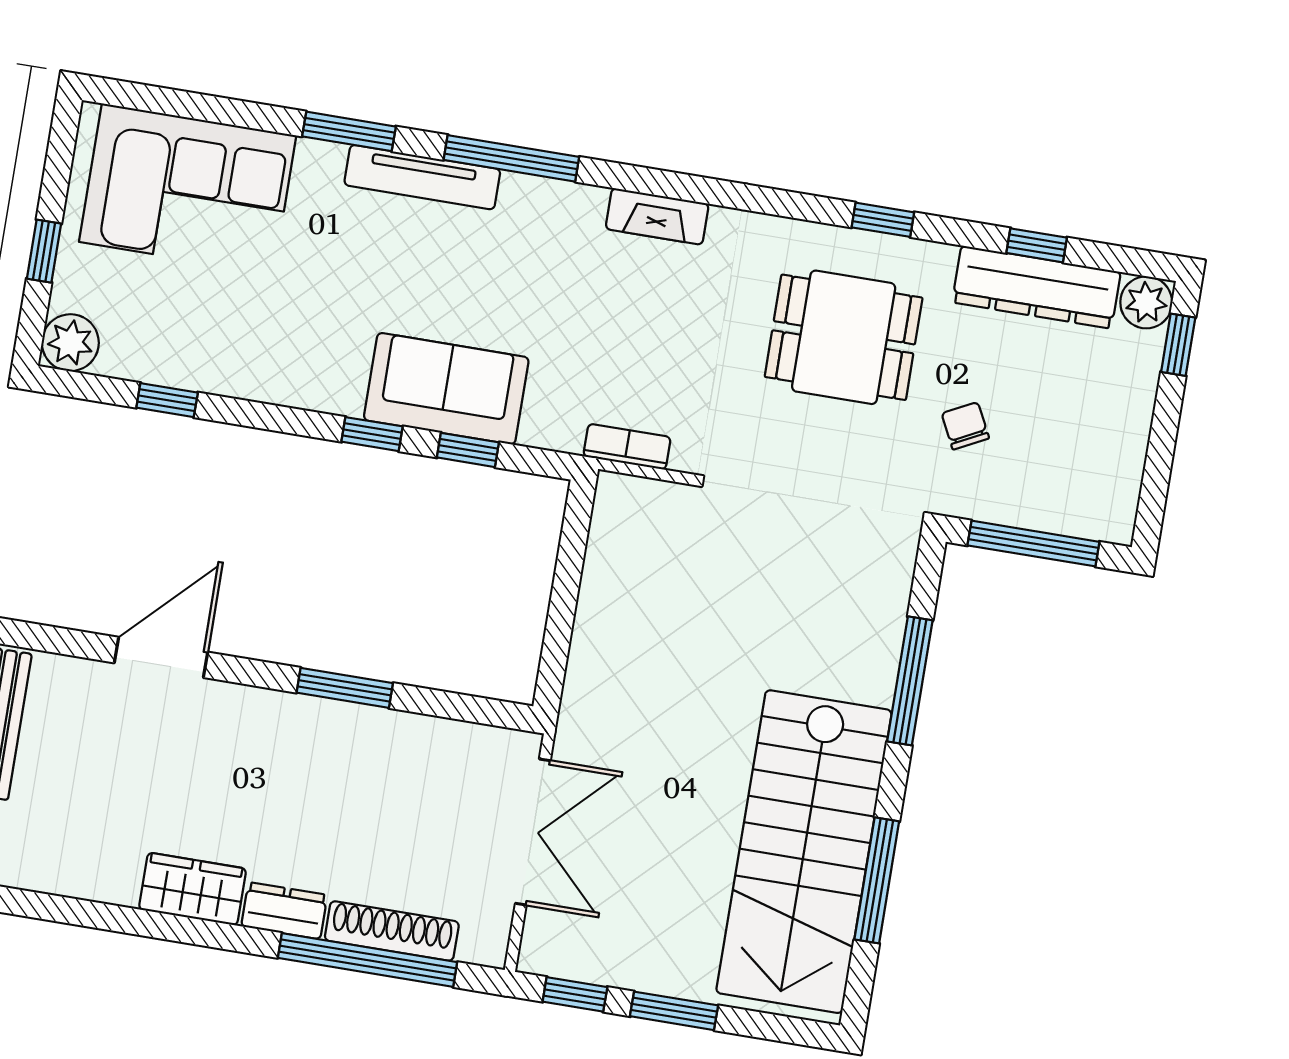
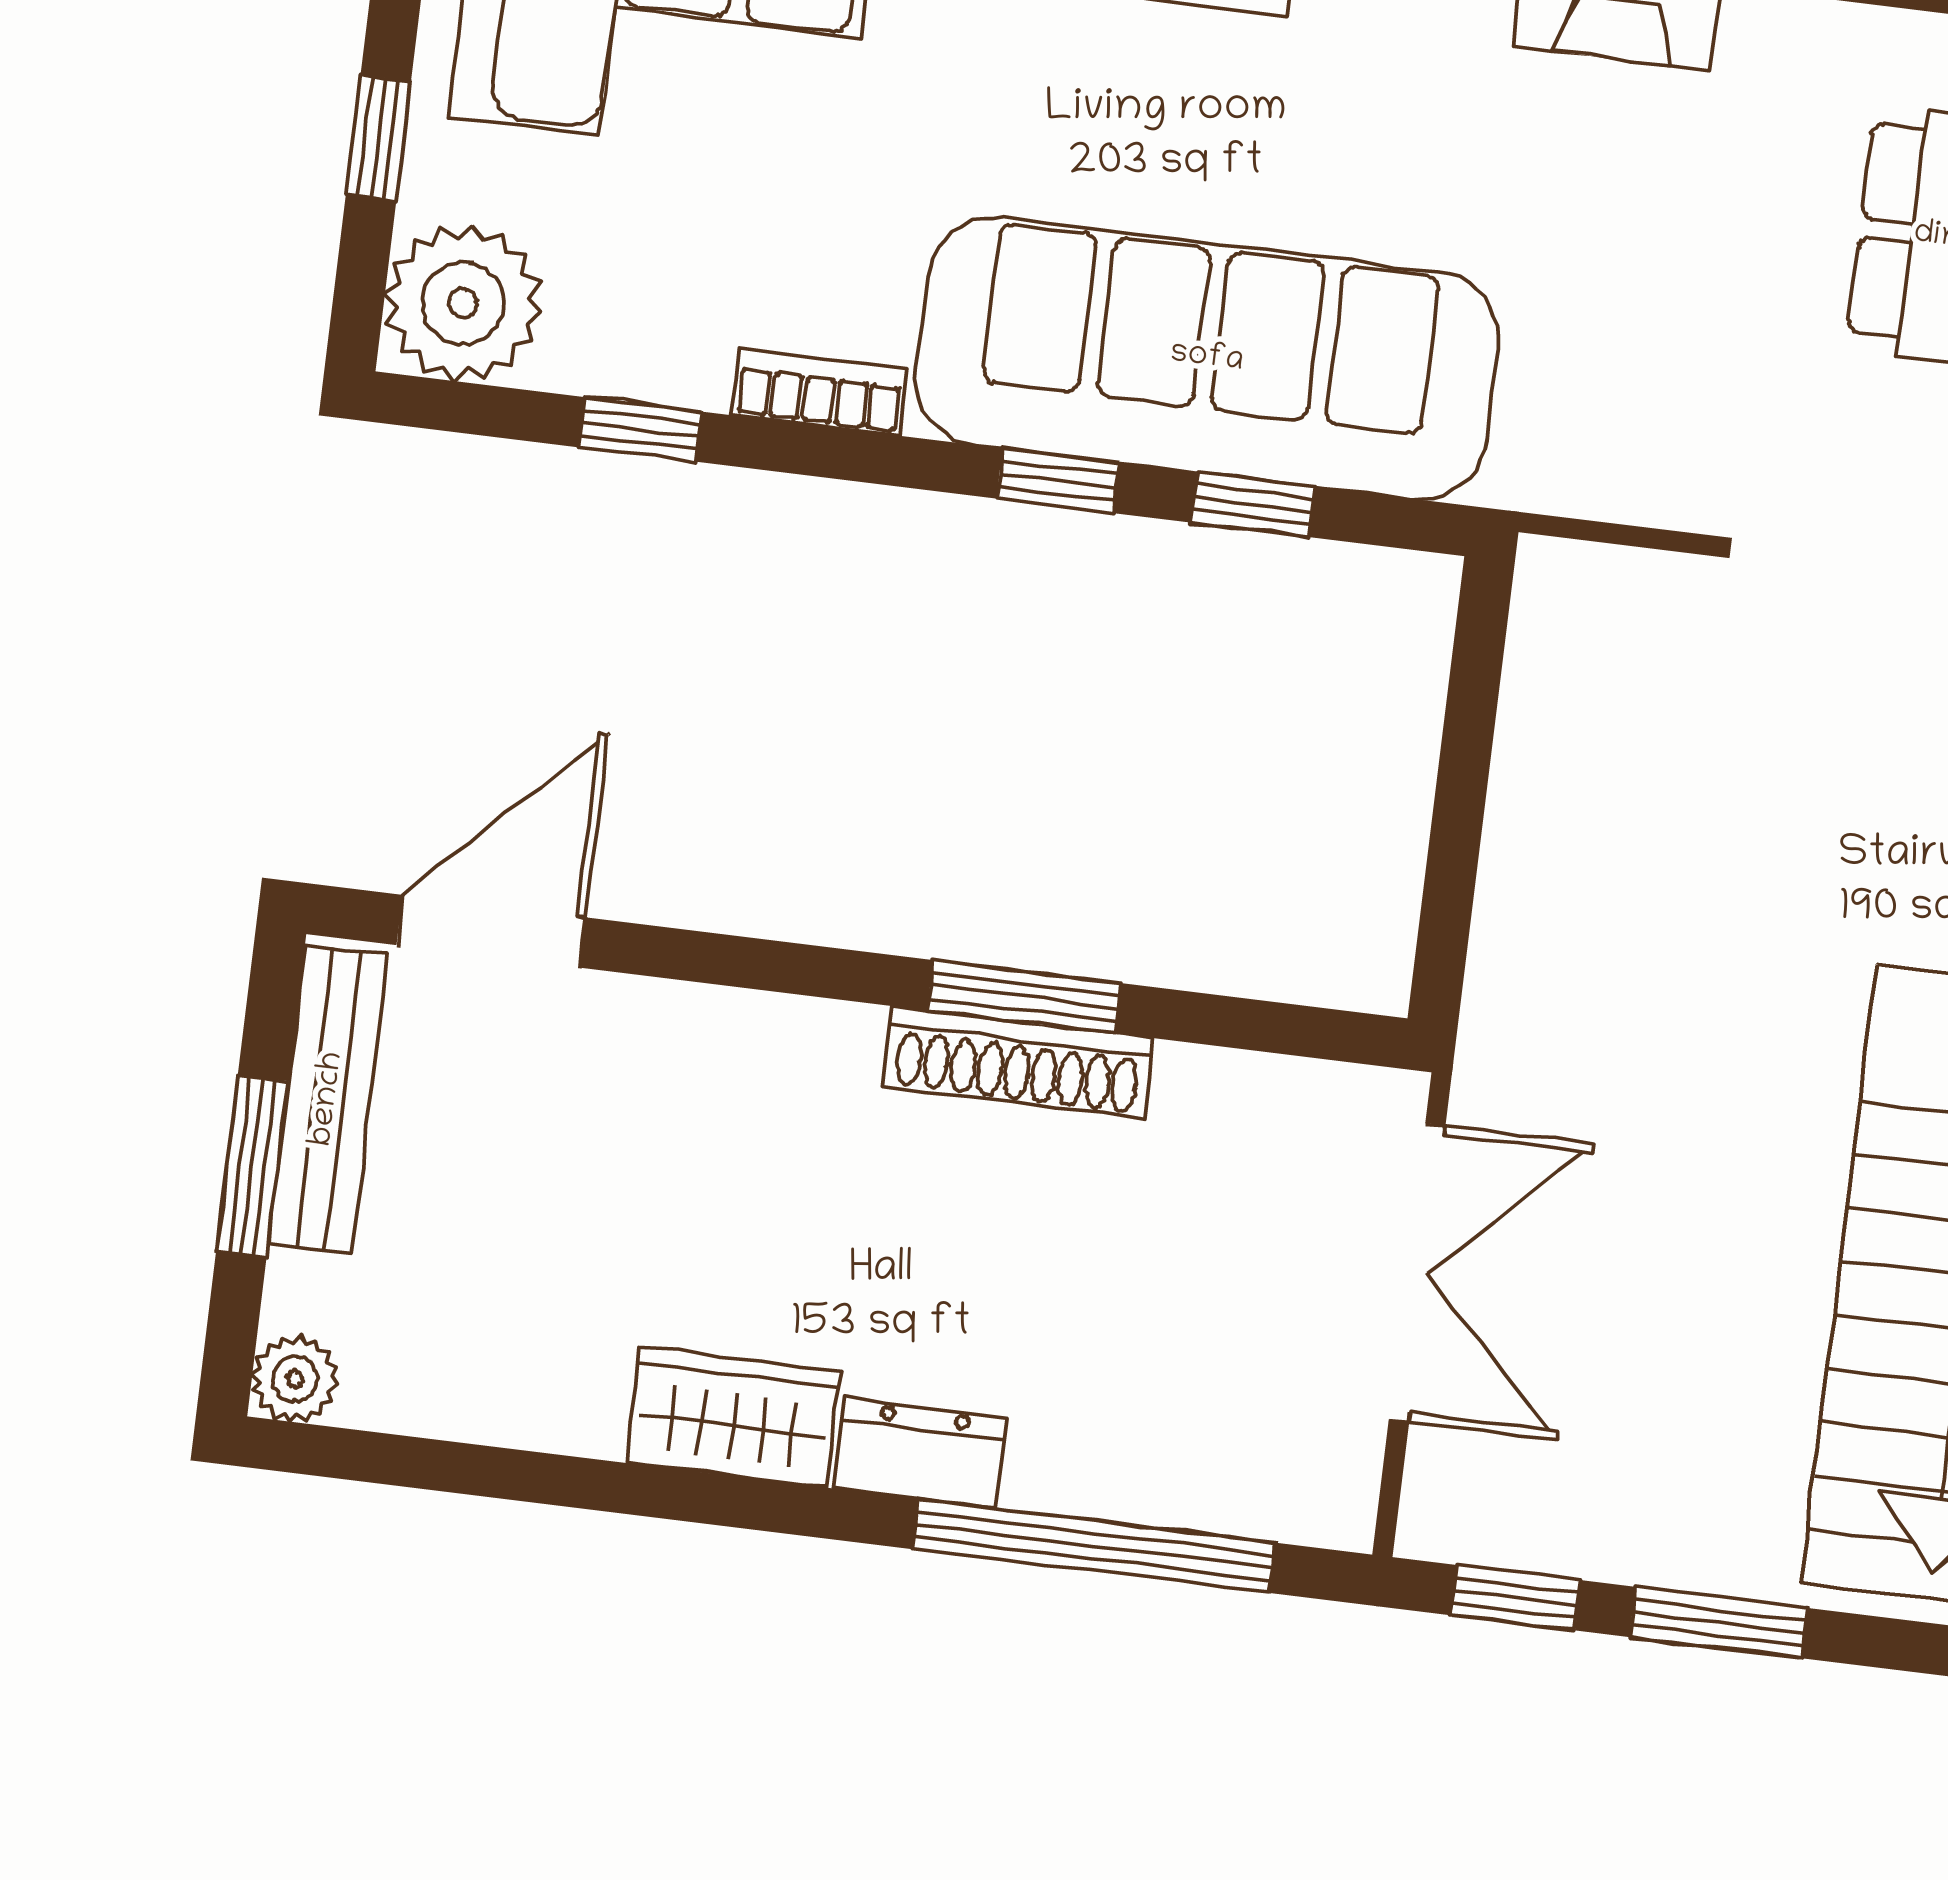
plant: (70, 343) -> (463, 303), width x1.36, depth x1.36
sofa: (446, 389) -> (1207, 358), width x1.85, depth x1.27
bookcase: (627, 447) -> (820, 392), moved
door: (161, 657) -> (491, 931), moved
shoe rack: (392, 931) -> (1018, 1063), moved, turned 180

